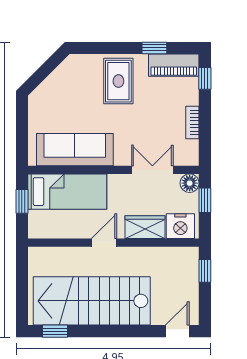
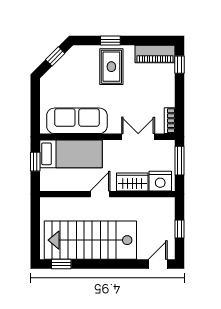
window: (154, 48) -> (110, 41), moved
window: (47, 68) -> (55, 56), added
bookcase: (192, 123) -> (170, 121), moved
floor lamp: (190, 183) -> (167, 147), removed
window: (205, 200) -> (180, 161), width x1.50
window: (205, 271) -> (180, 229), moved

